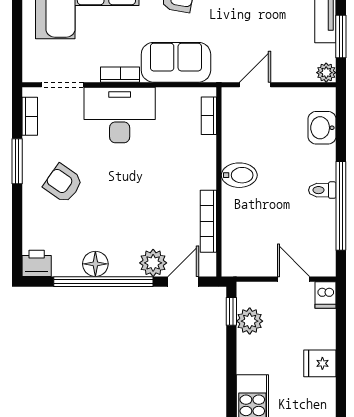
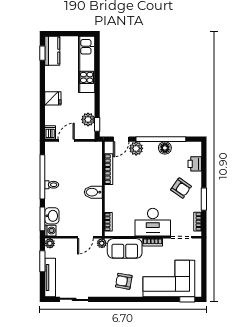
plant: (222, 73) -> (102, 243), added
washing machine: (325, 98) -> (50, 231), added
window: (341, 122) -> (42, 219), added
printer: (37, 263) -> (195, 164), moved, turned 90
door: (294, 279) -> (66, 140), swing flipped

